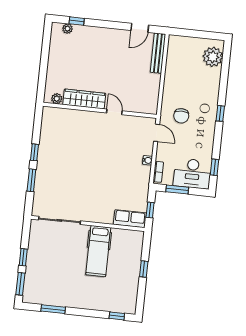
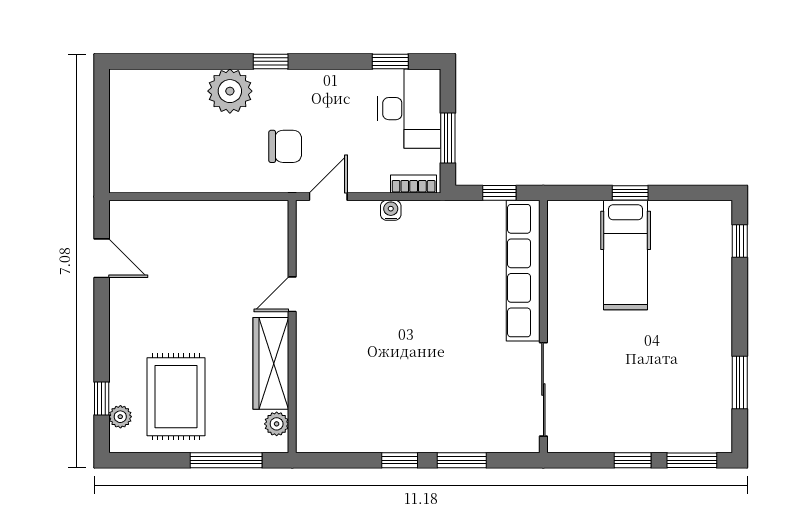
bench: (158, 53) -> (153, 212), removed
rug: (74, 55) -> (176, 397), added
plant: (213, 57) -> (230, 91), moved
window: (43, 74) -> (226, 460), added
row of seats: (130, 219) -> (523, 271), width x2.02
hospital bed: (98, 251) -> (626, 255), moved, turned 90

